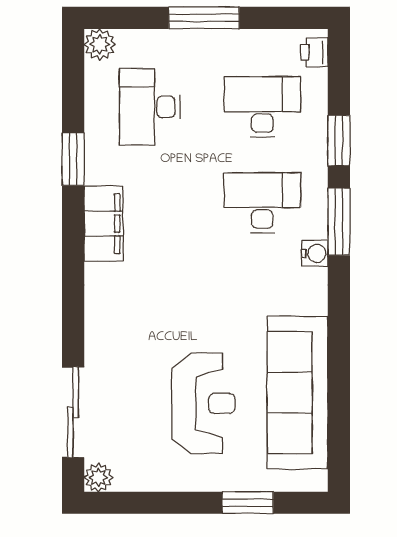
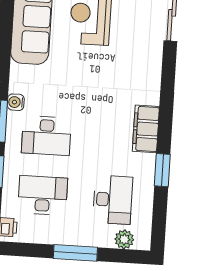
plant: (100, 44) -> (124, 239), moved
desk: (262, 107) -> (43, 195), turned 180

